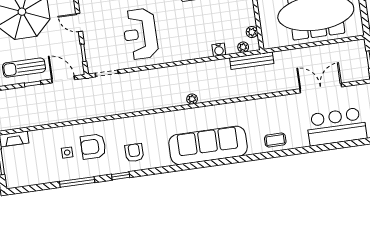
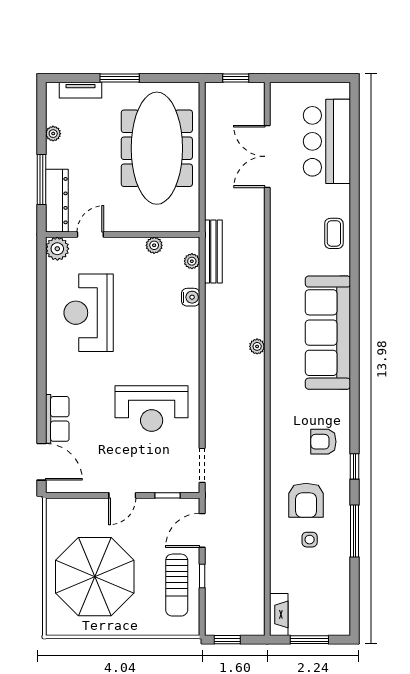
plant: (252, 32) -> (154, 245), moved

